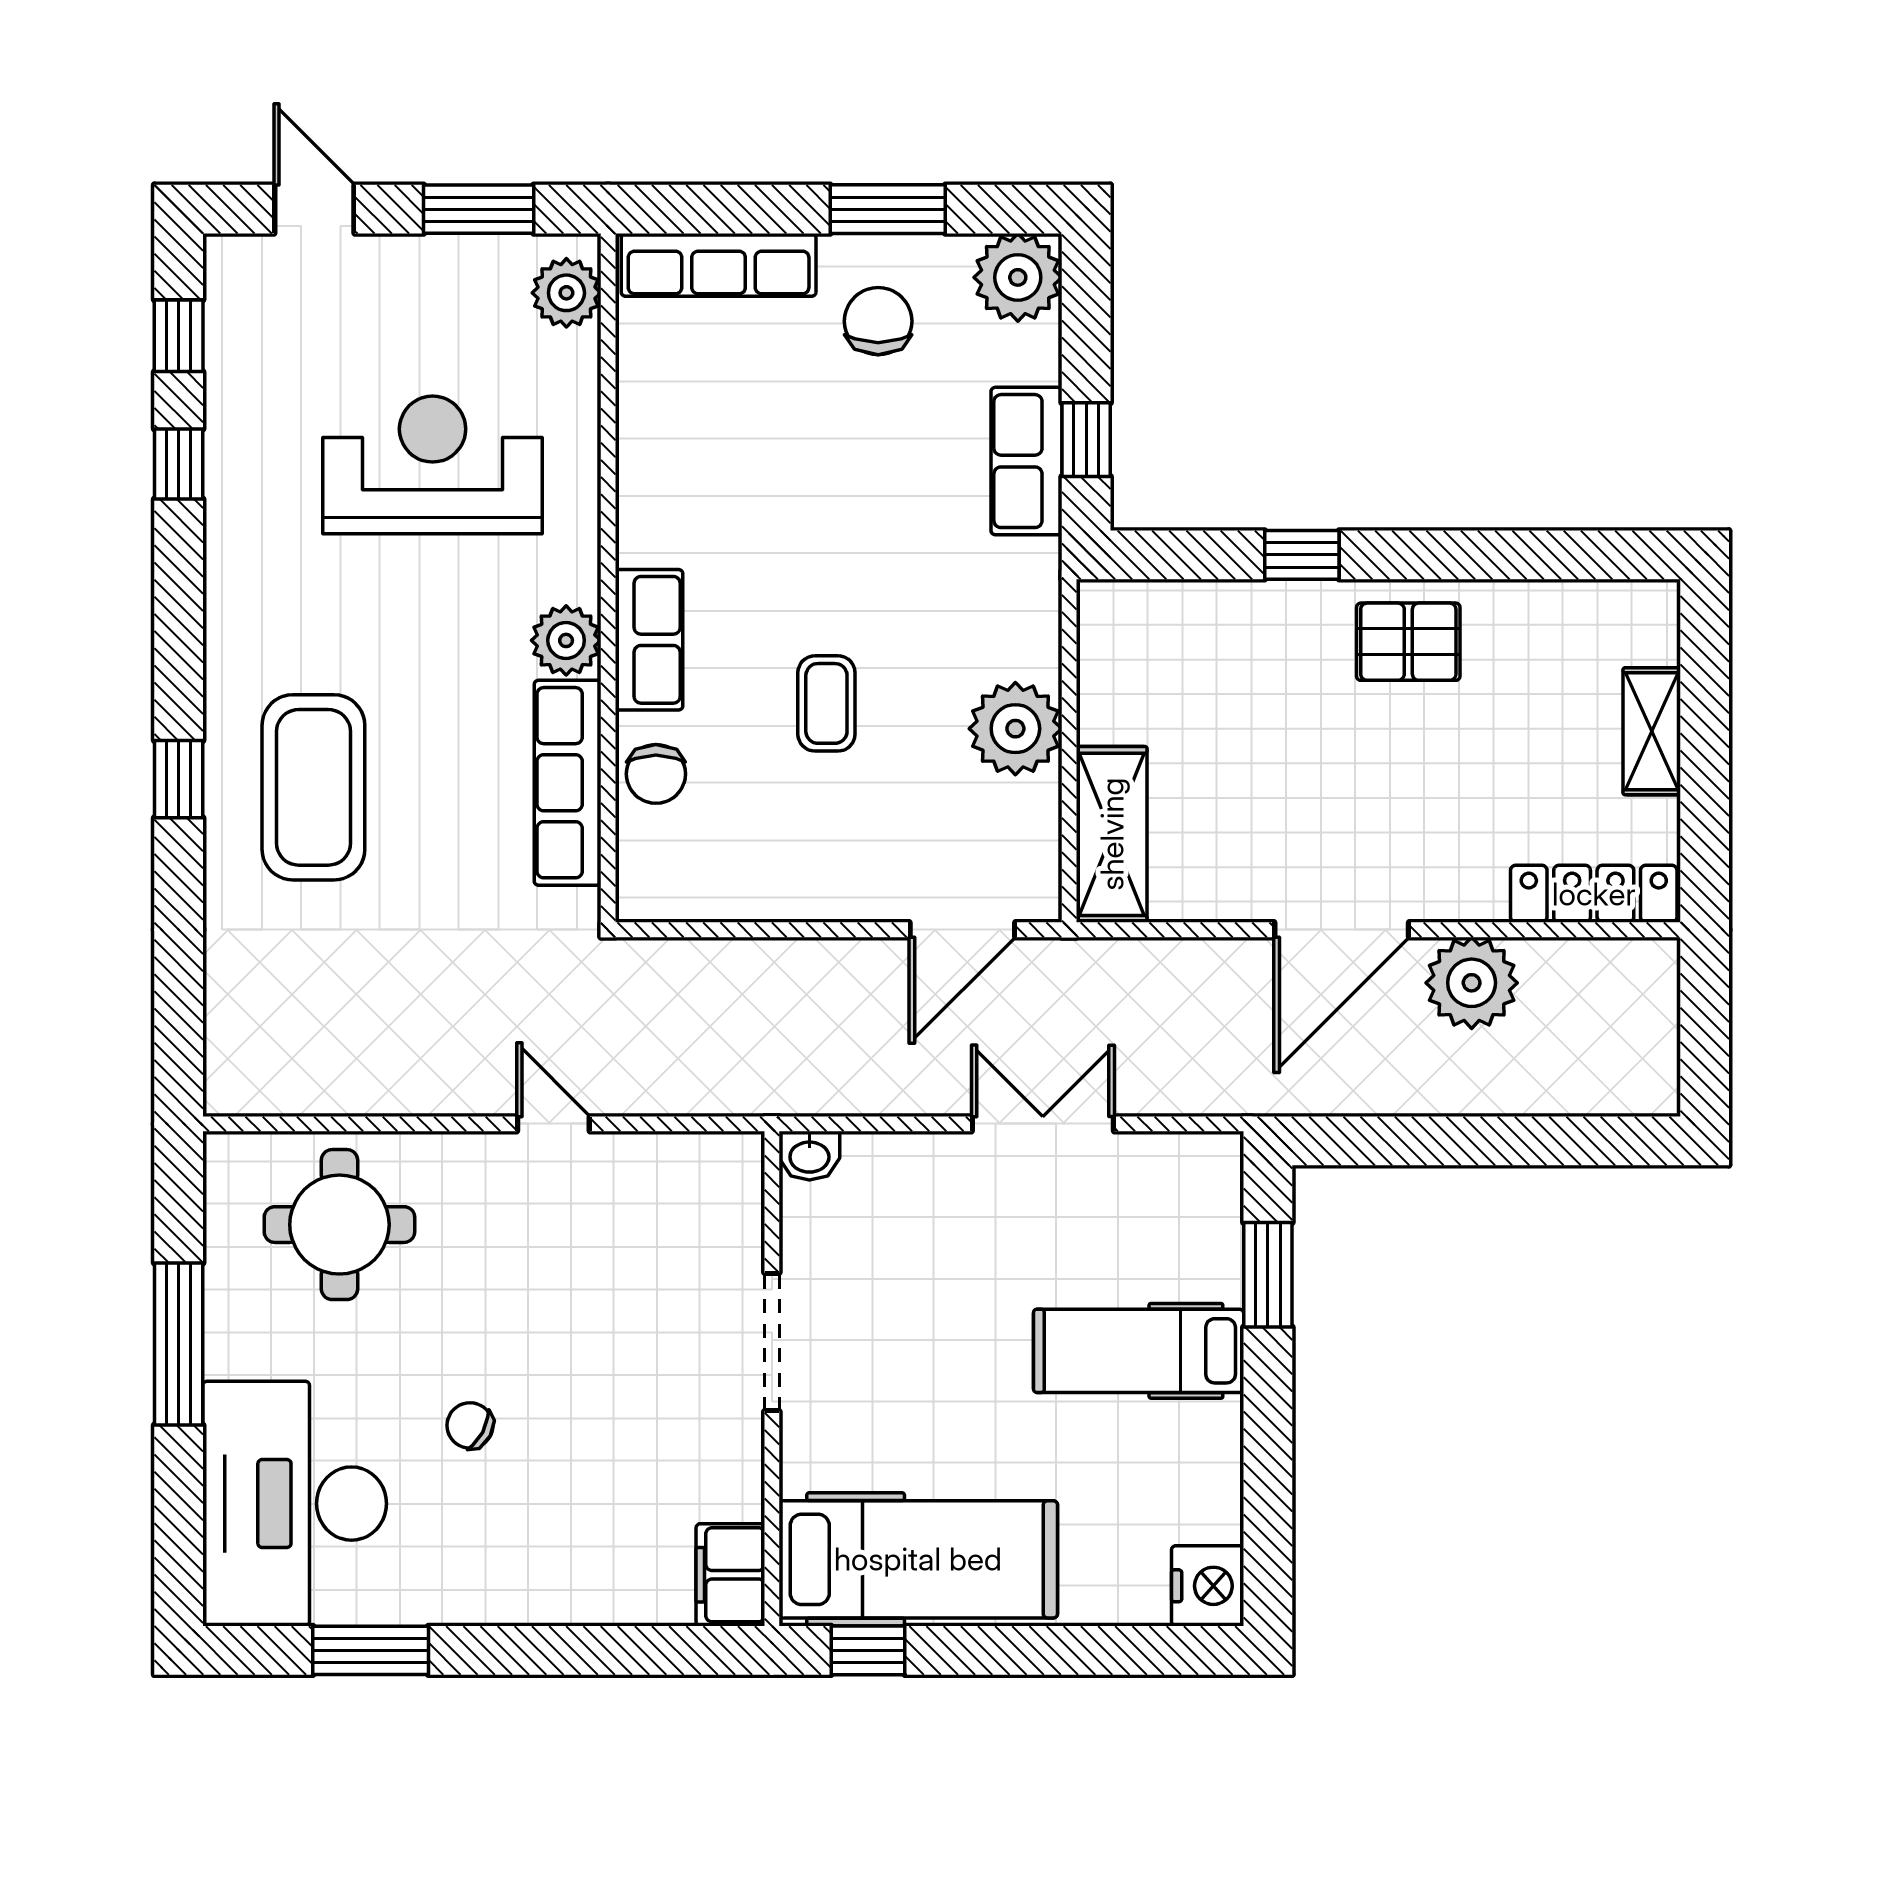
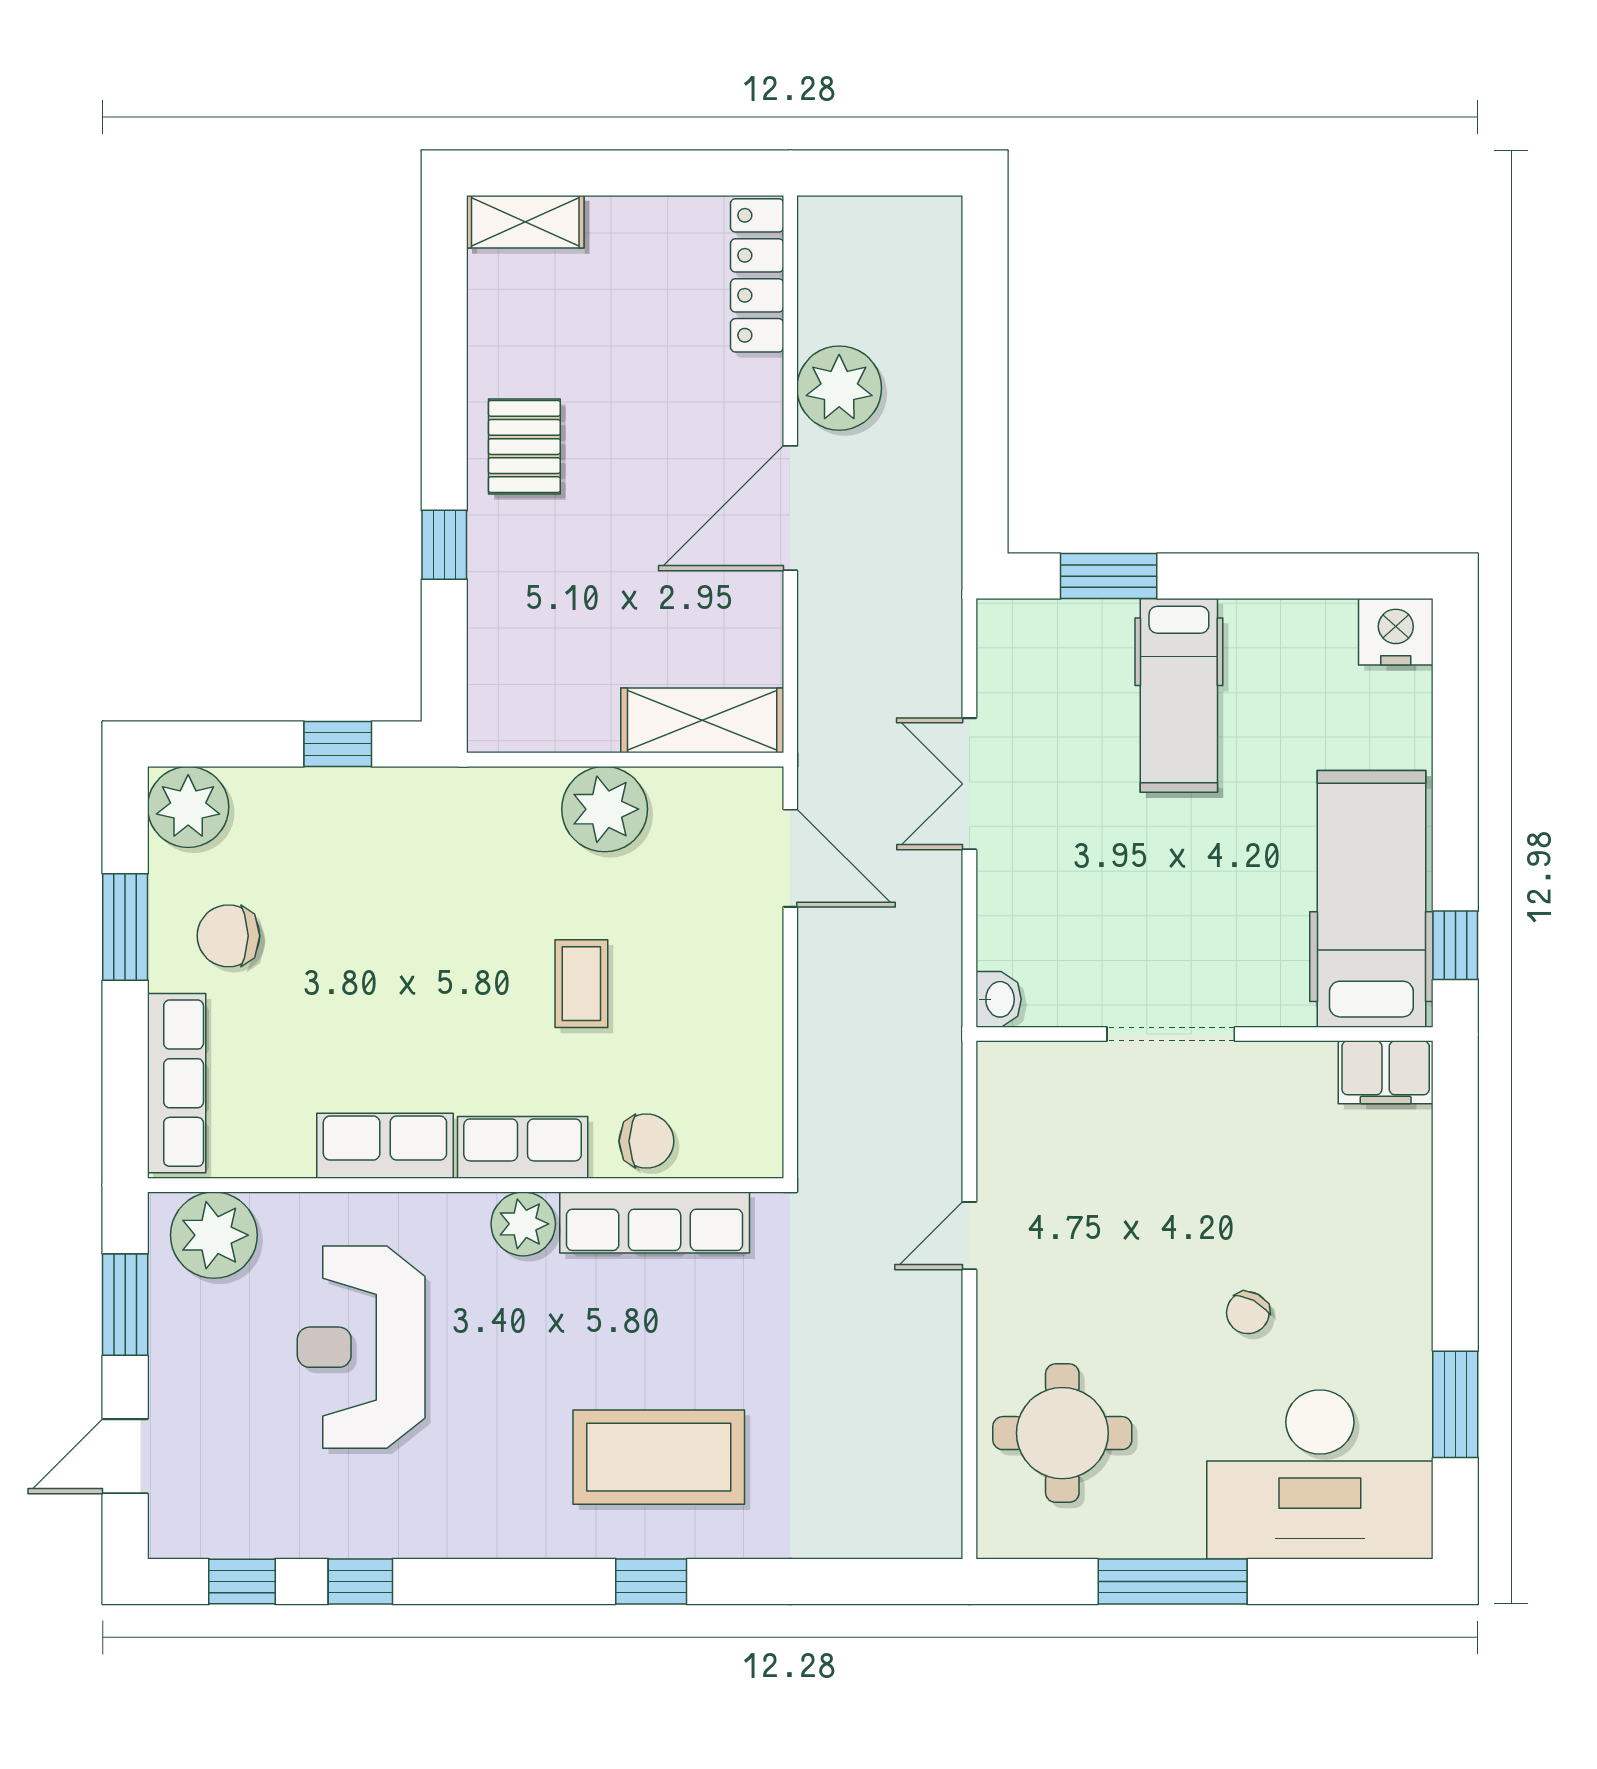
plant: (566, 293) -> (214, 1235), width x1.36, depth x1.36
row of seats: (1026, 461) -> (385, 1146), moved, turned 180
coffee table: (826, 703) -> (581, 984), turned 90
shelving: (1652, 731) -> (525, 222), moved
door: (1342, 930) -> (790, 508), swing flipped

